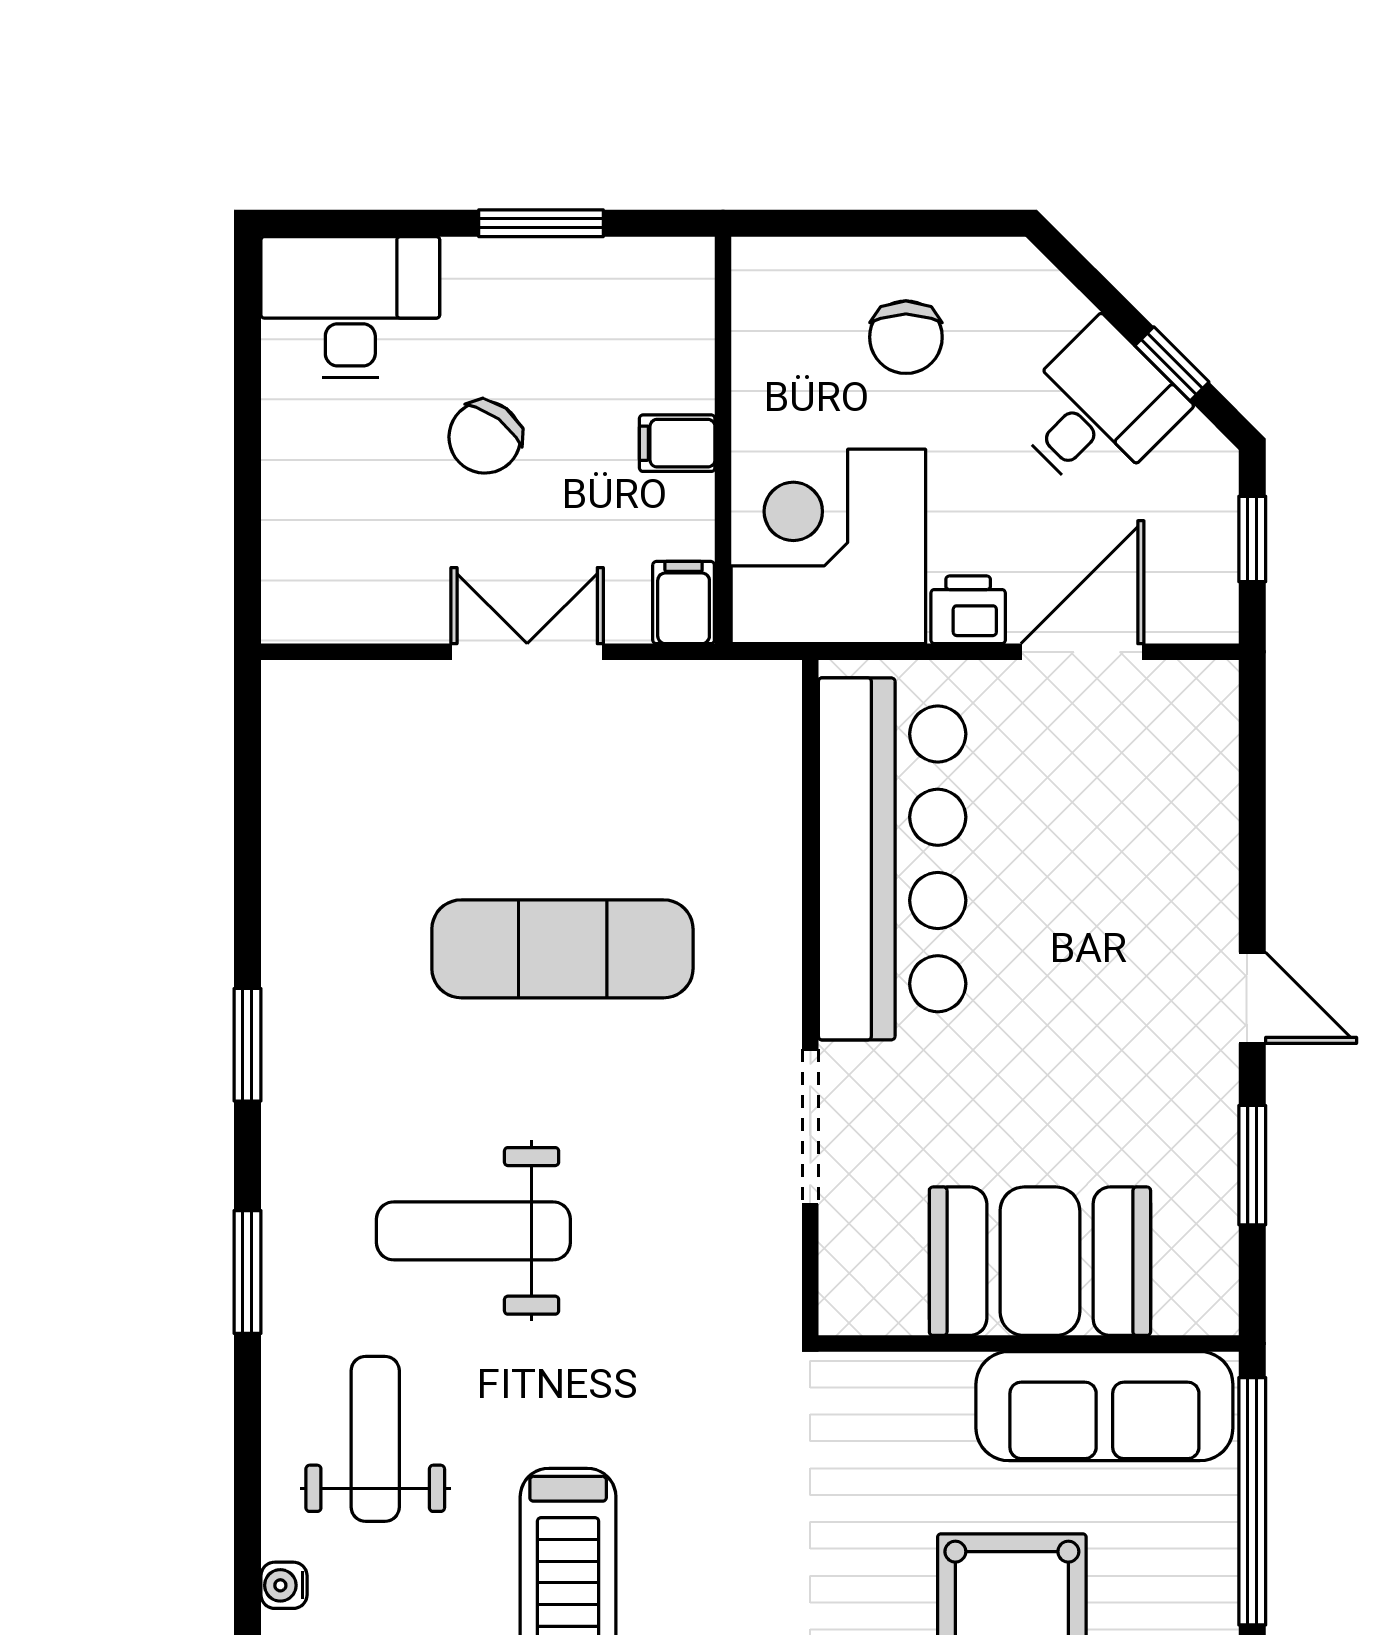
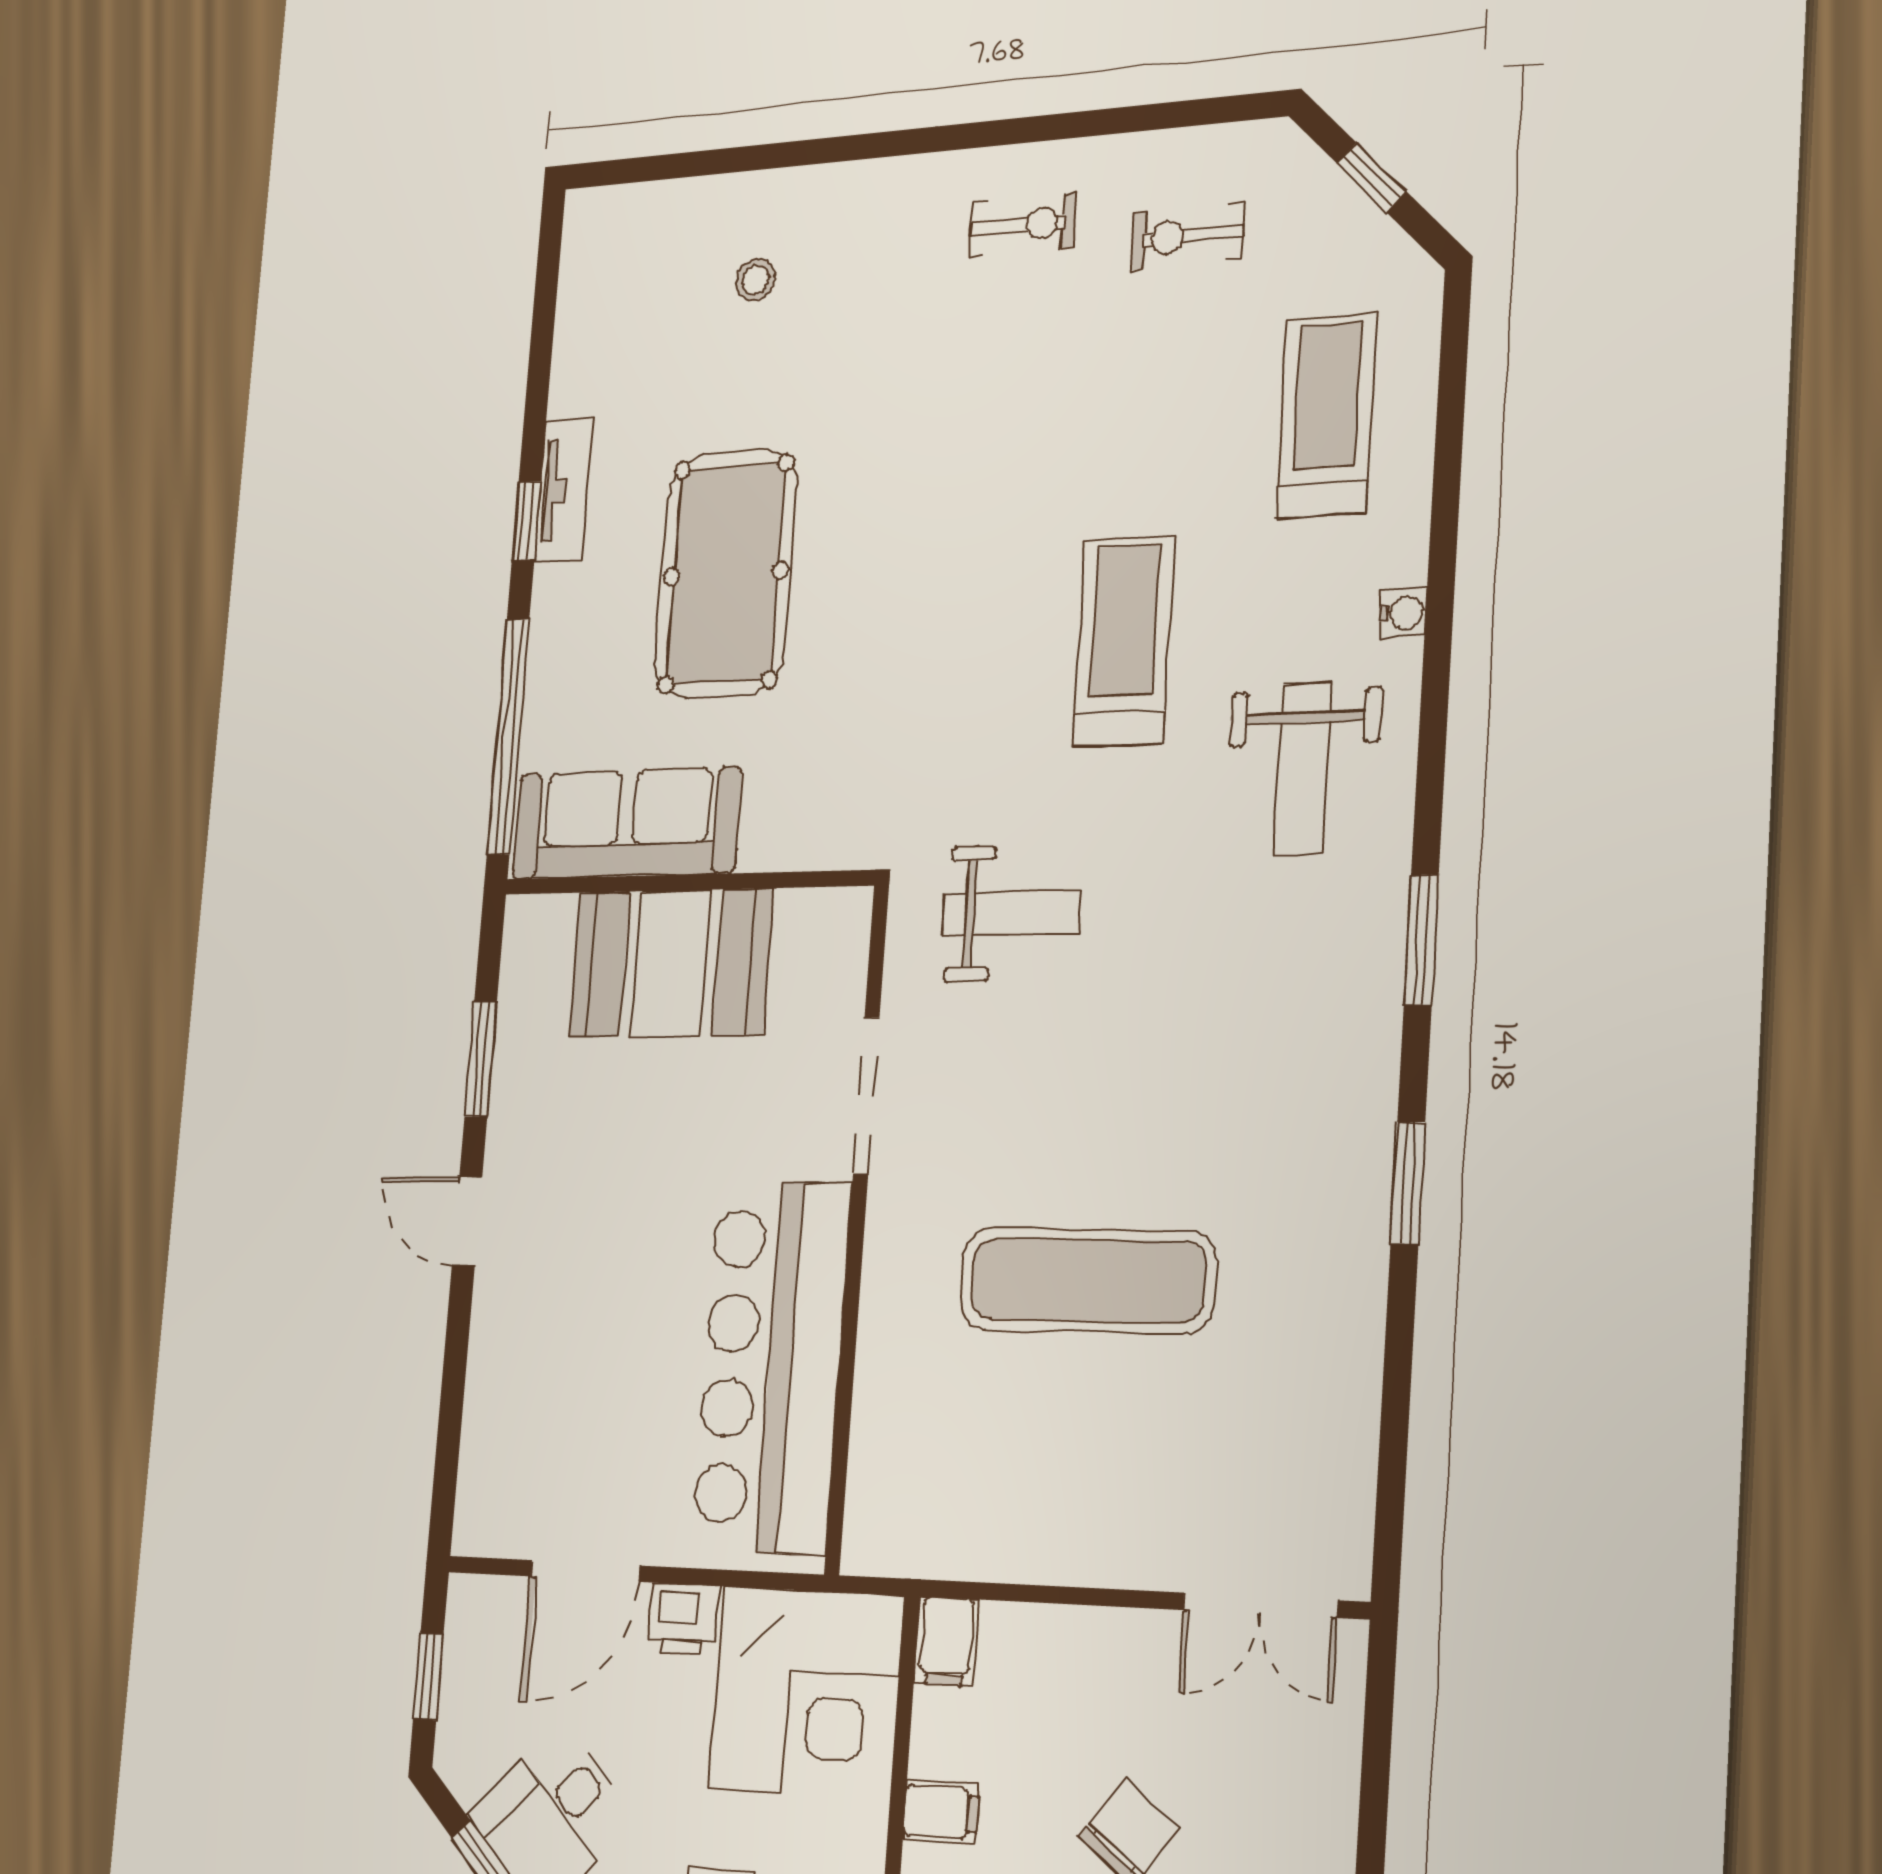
double door: (527, 652) -> (1260, 1605), moved
weight bench: (473, 1231) -> (1011, 913), moved, width x0.73, depth x0.75

